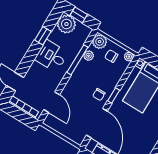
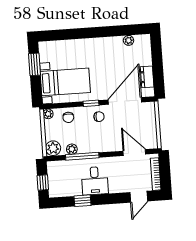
plant: (66, 24) -> (58, 187), removed
chair: (111, 56) -> (68, 117), moved
door: (52, 102) -> (134, 153), hinge flipped

